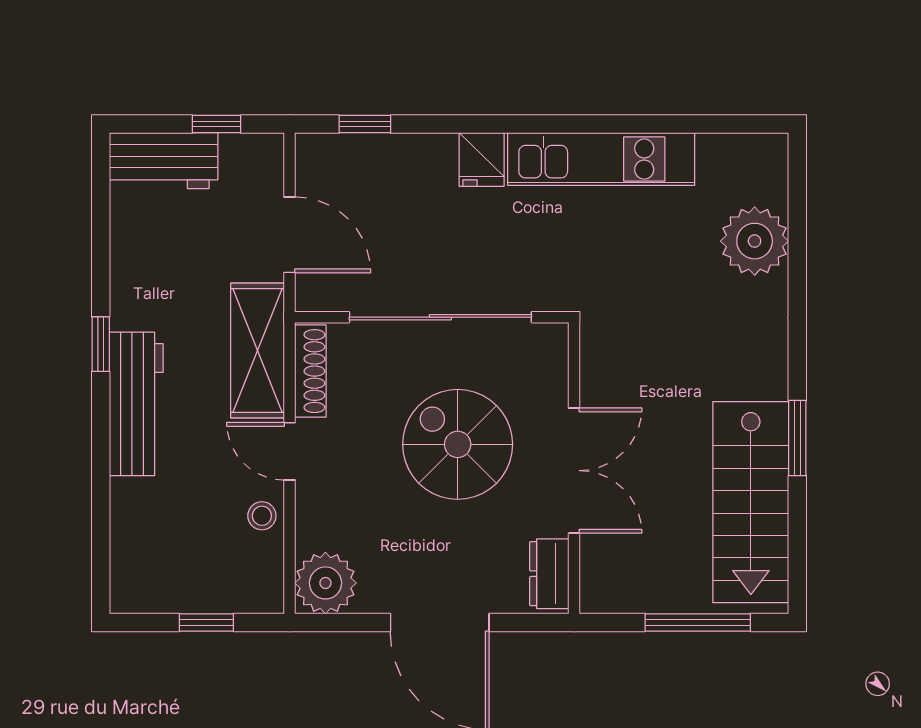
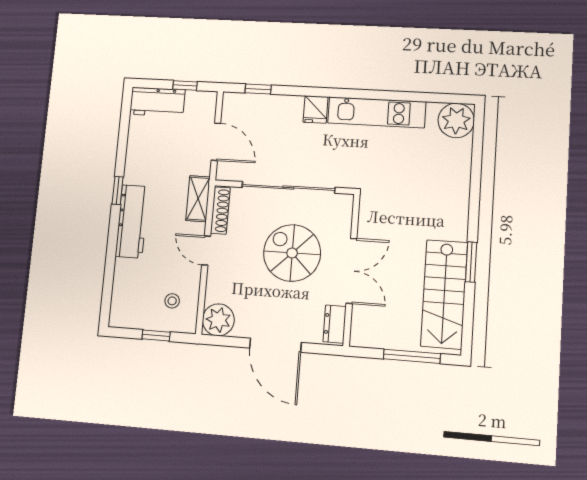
plant: (755, 241) -> (456, 120), moved
shelving: (257, 351) -> (198, 199), width x0.67, depth x0.75
stool: (262, 516) -> (172, 301), moved

